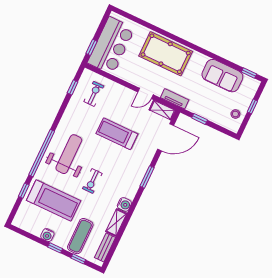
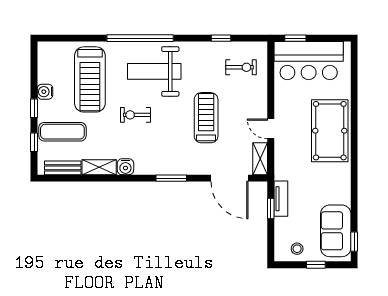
sofa: (222, 76) -> (336, 231), moved
window: (73, 87) -> (221, 38), moved
tv unit: (175, 99) -> (281, 199), moved
weight bench: (69, 154) -> (154, 71), turned 180
window: (24, 191) -> (85, 38), removed

